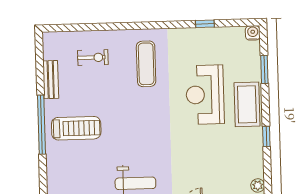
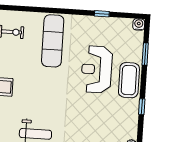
exercise mat: (146, 64) -> (53, 41), width x1.36, depth x1.45

